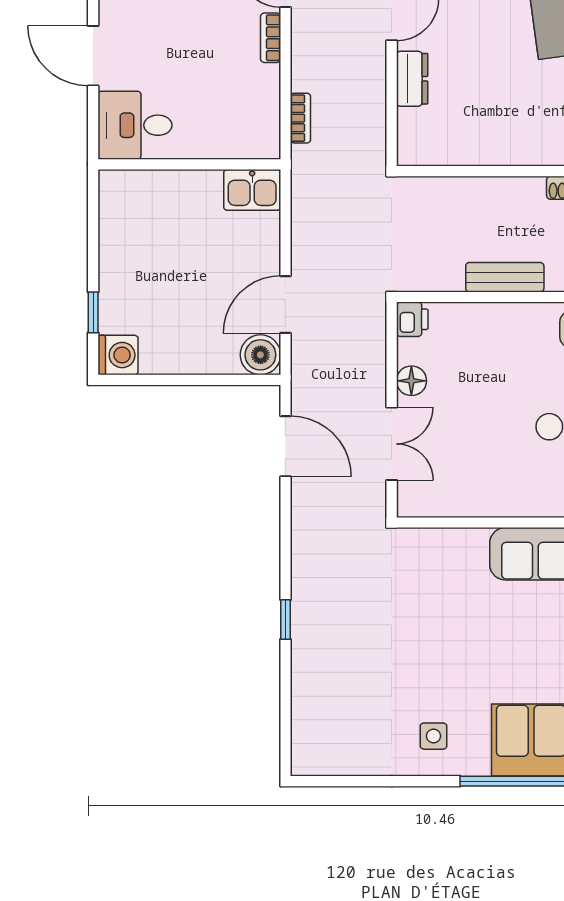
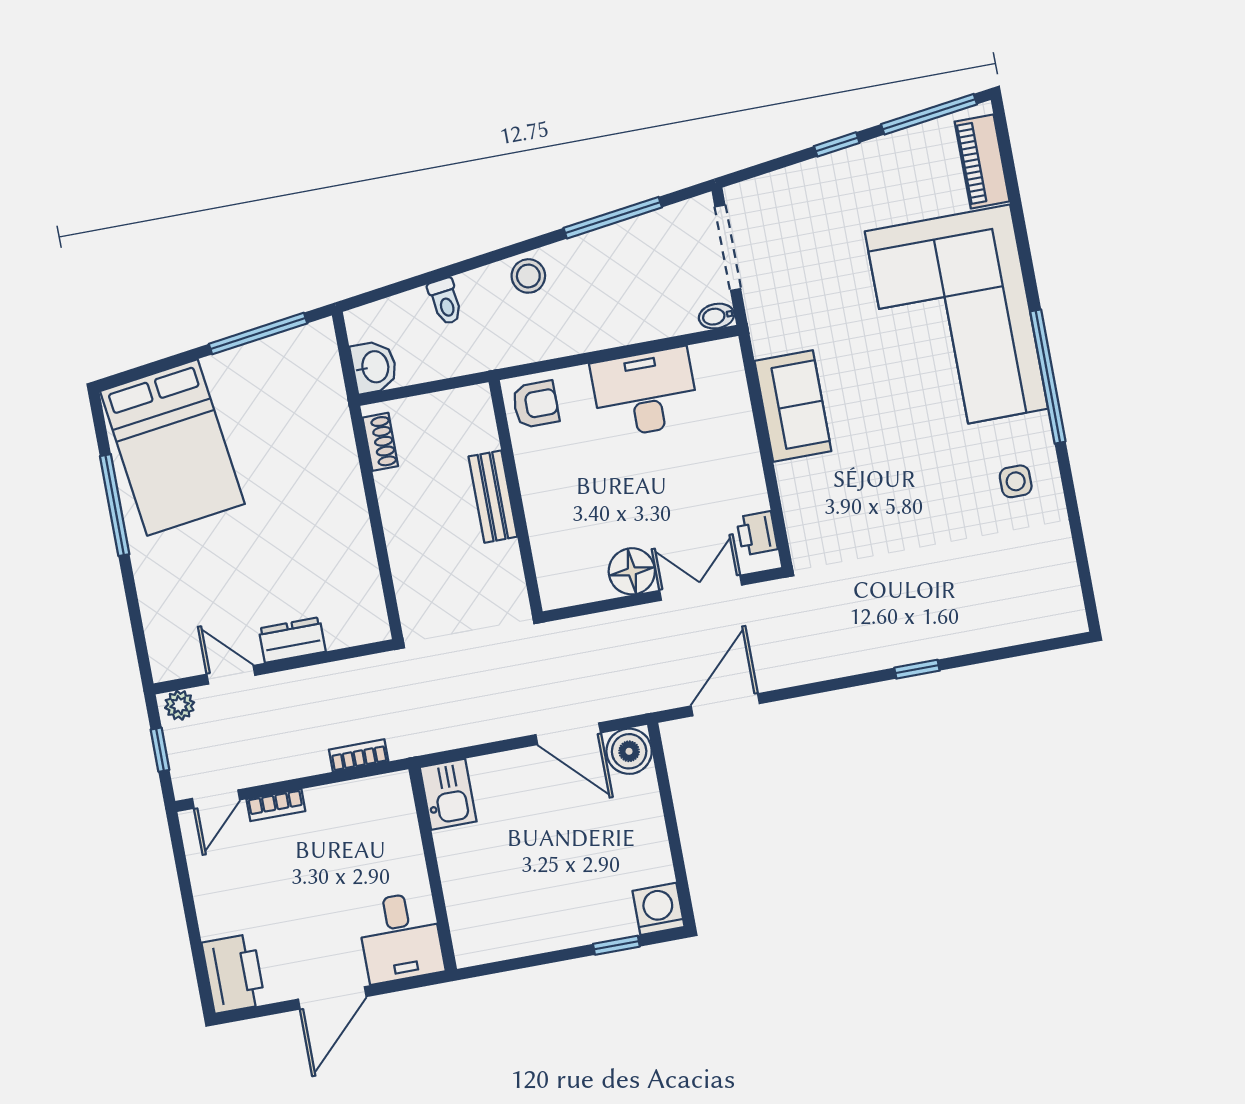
printer: (412, 319) -> (757, 533), moved, turned -90
floor lamp: (411, 381) -> (632, 571), width x1.38, depth x1.38

